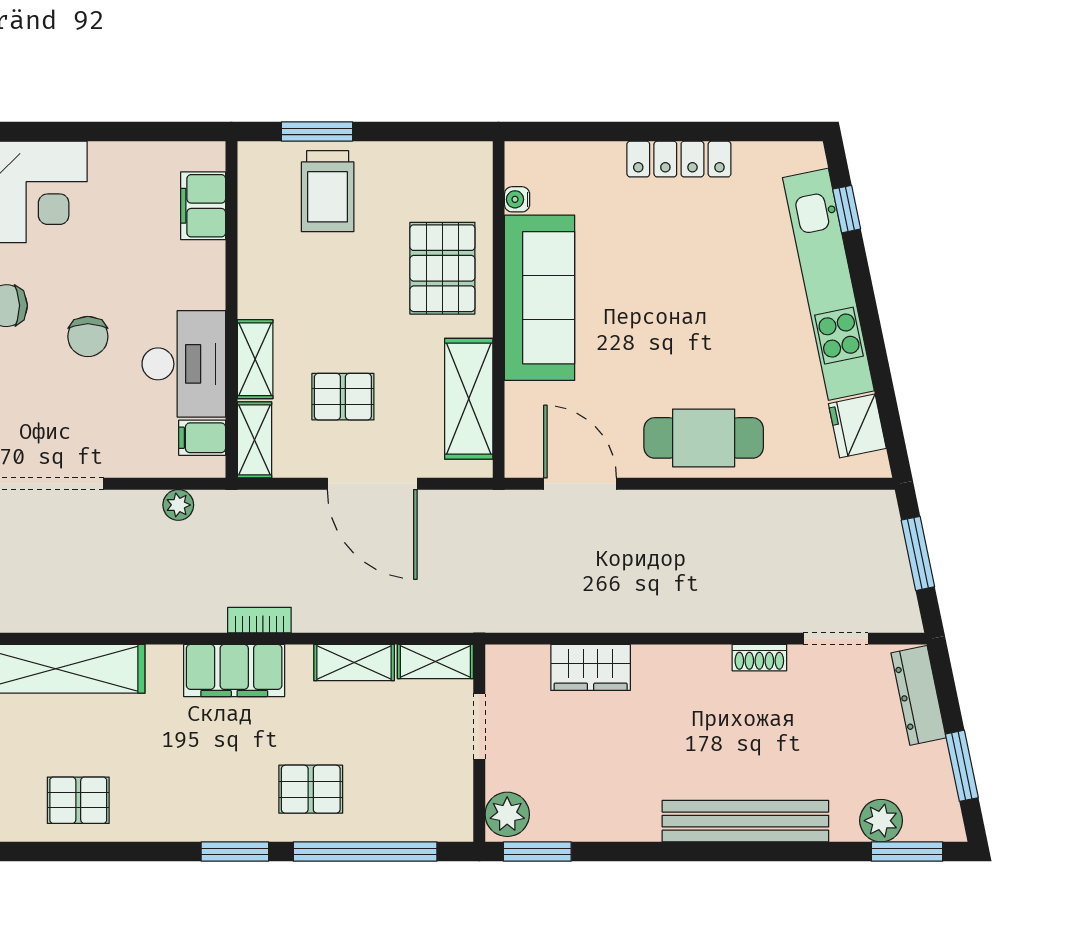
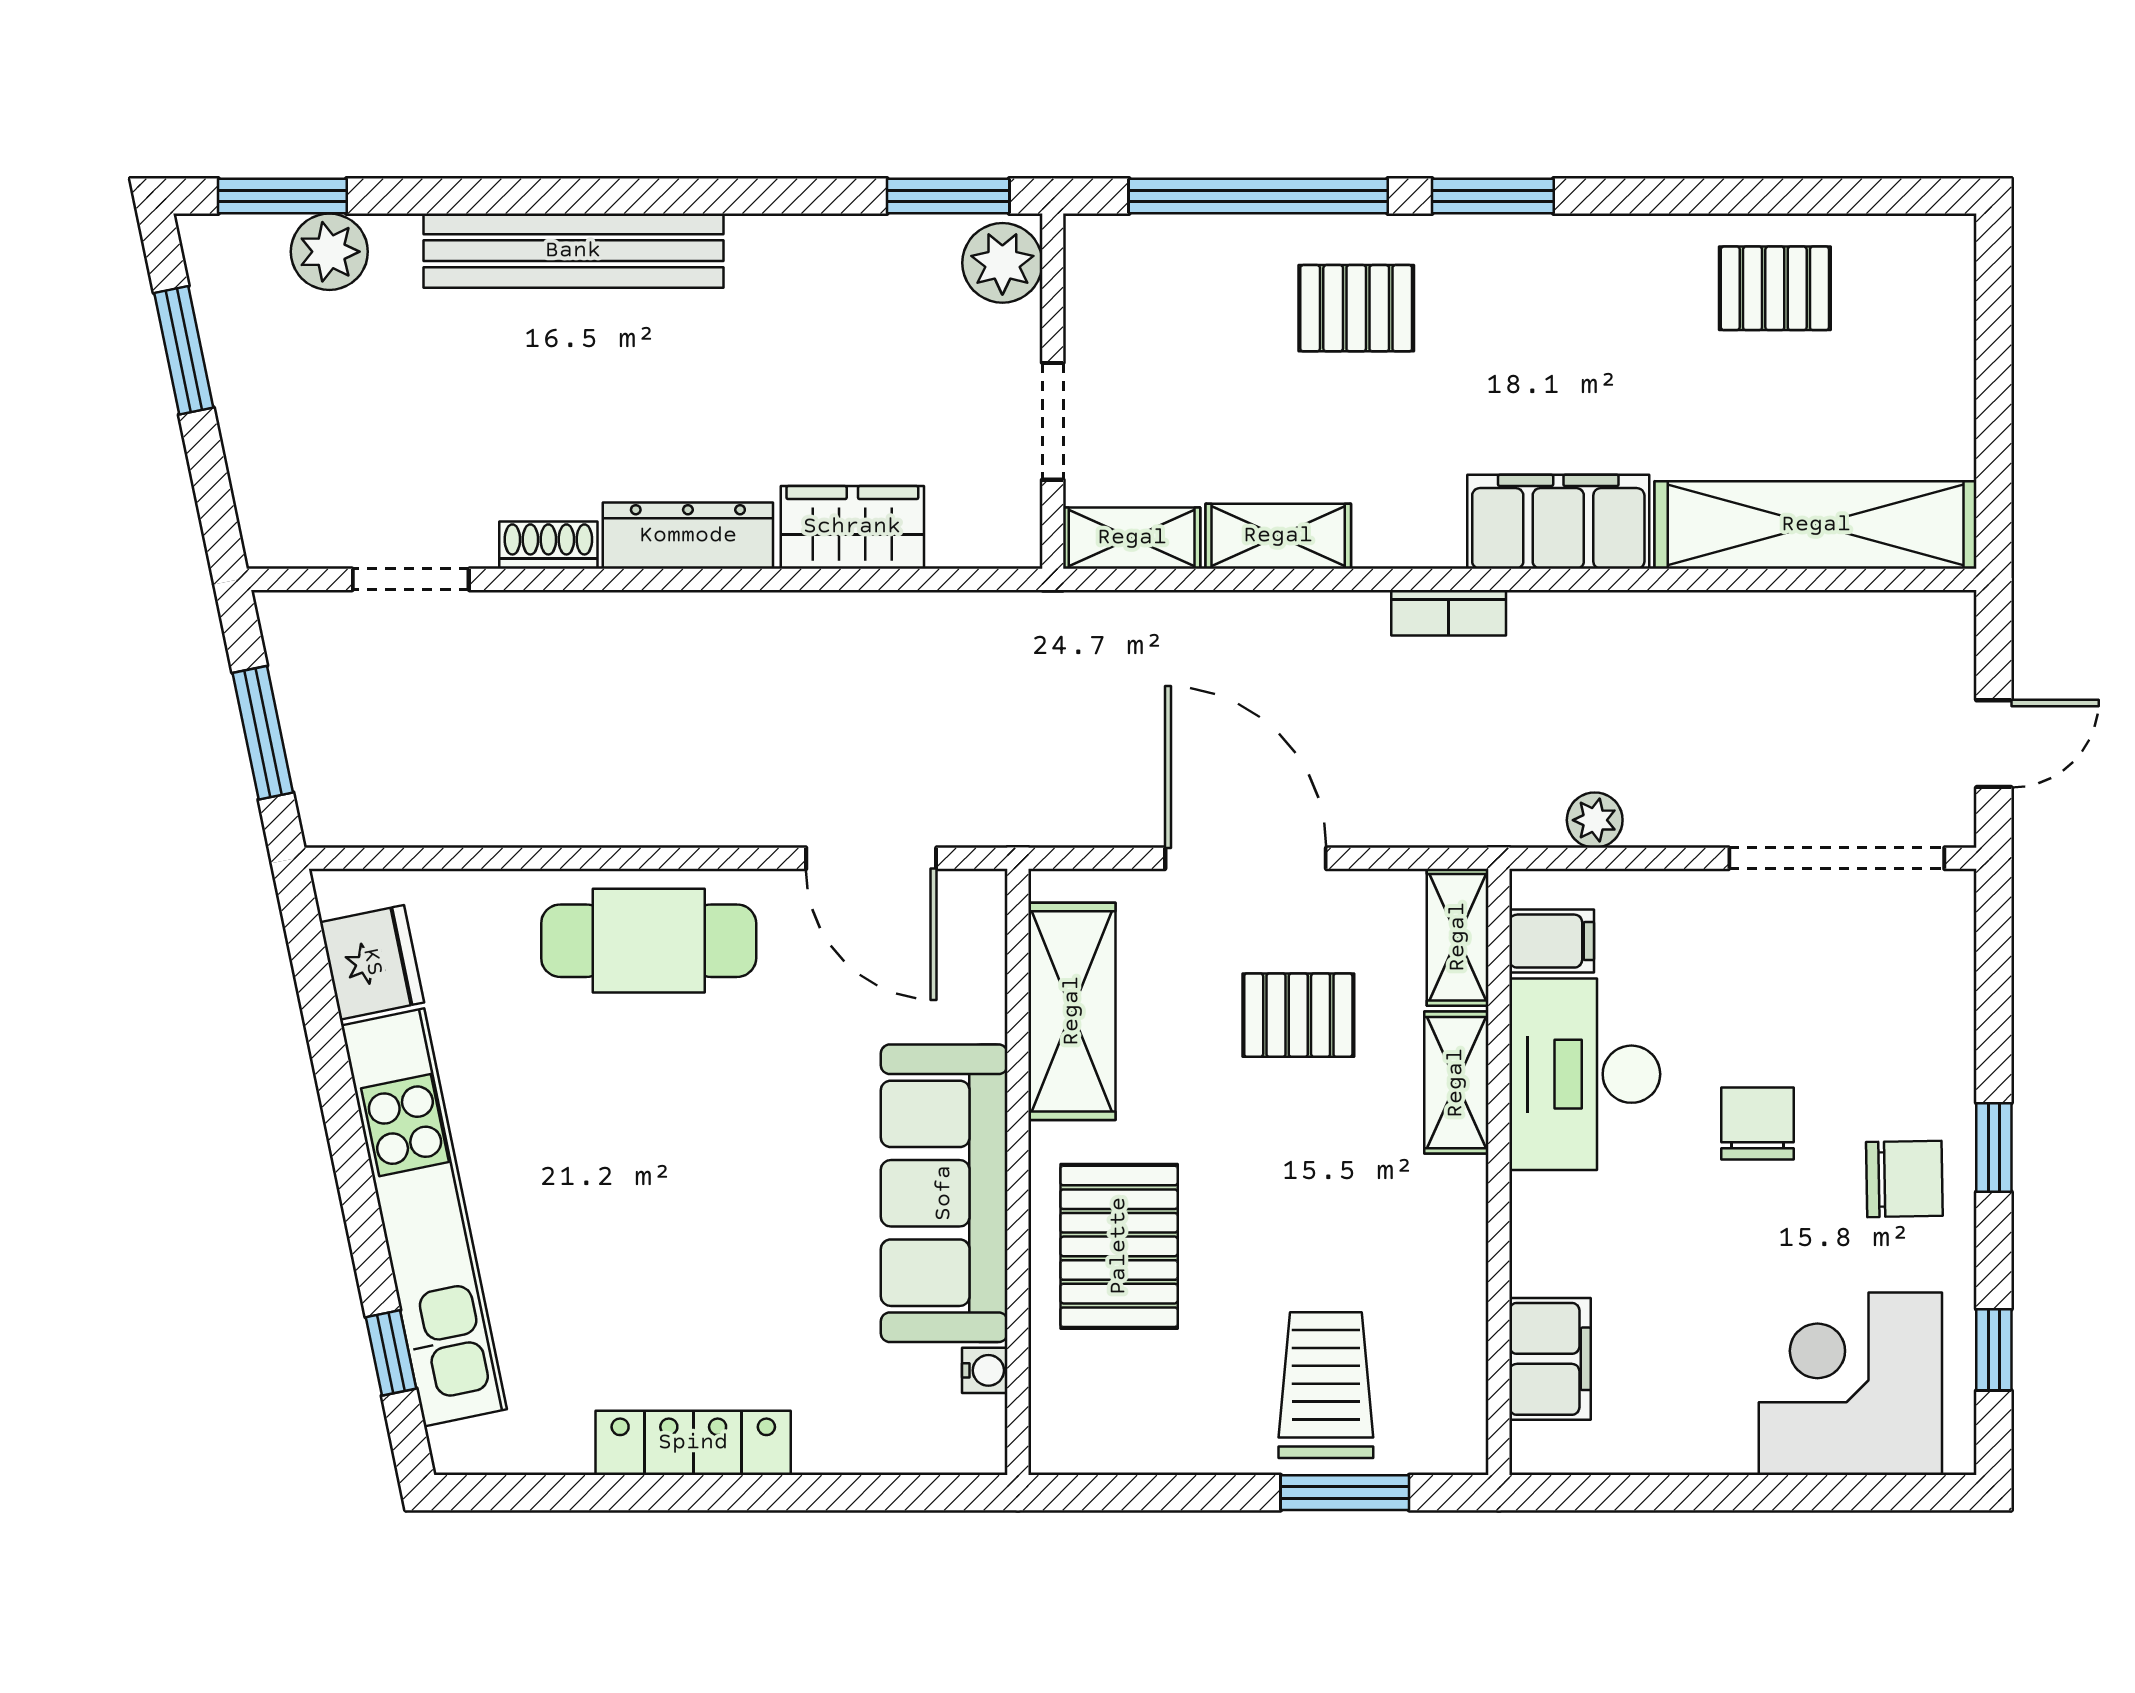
filing cabinet: (234, 671) -> (1558, 522), moved
dresser: (919, 695) -> (688, 536), moved, turned -78

